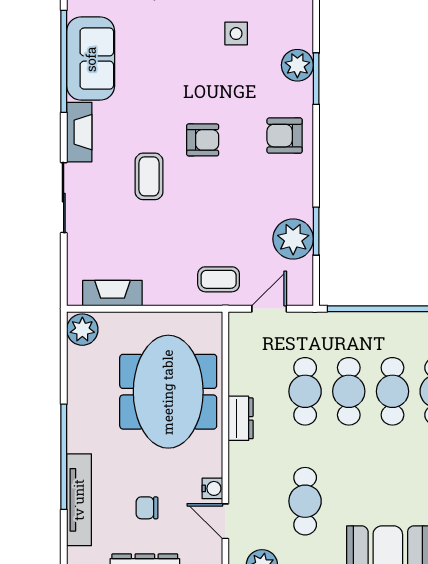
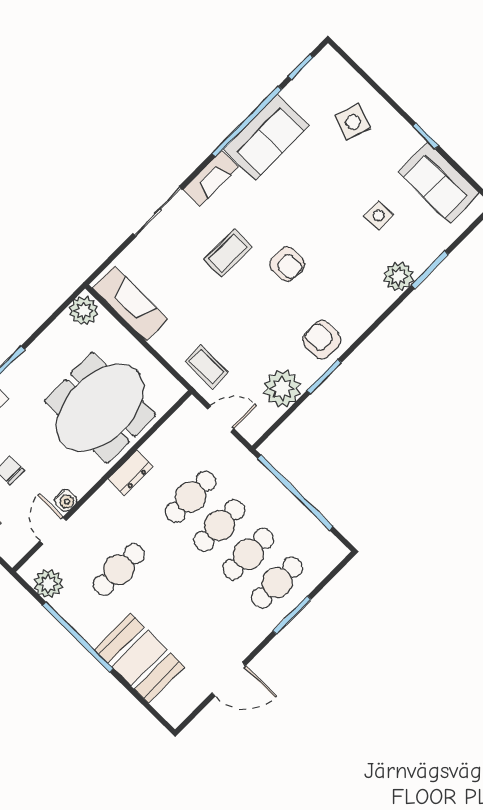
window: (316, 79) -> (430, 270), moved
armchair: (285, 136) -> (322, 340), moved
window: (316, 231) -> (324, 377), moved
fireplace: (112, 293) -> (130, 304), width x1.37, depth x1.32

